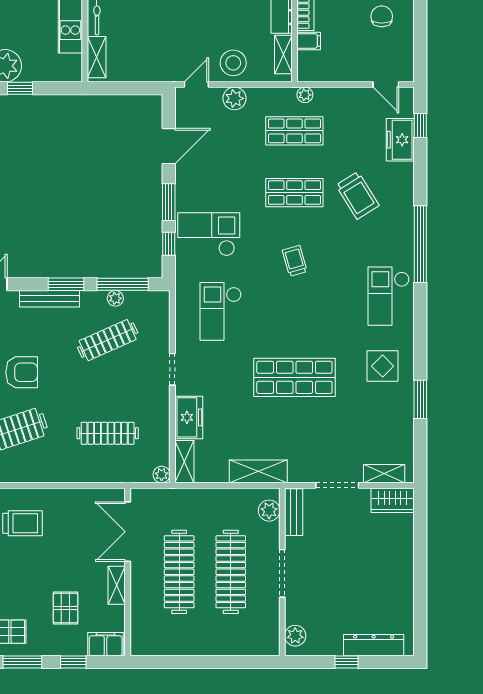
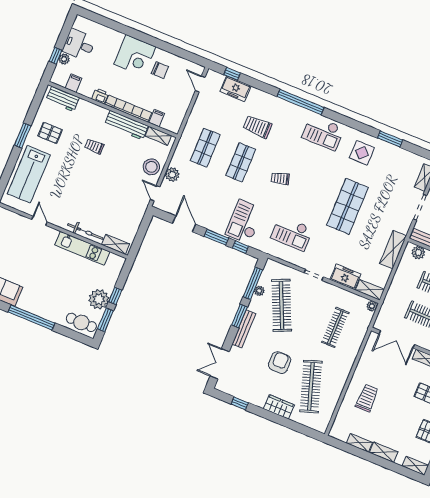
chair: (382, 16) -> (160, 70), turned 180
door: (386, 85) -> (200, 84), swing flipped
plant: (305, 95) -> (187, 133), removed
trolley: (357, 195) -> (257, 127), turned -148
clothes rail: (108, 340) -> (282, 305), width x1.37, depth x1.31

